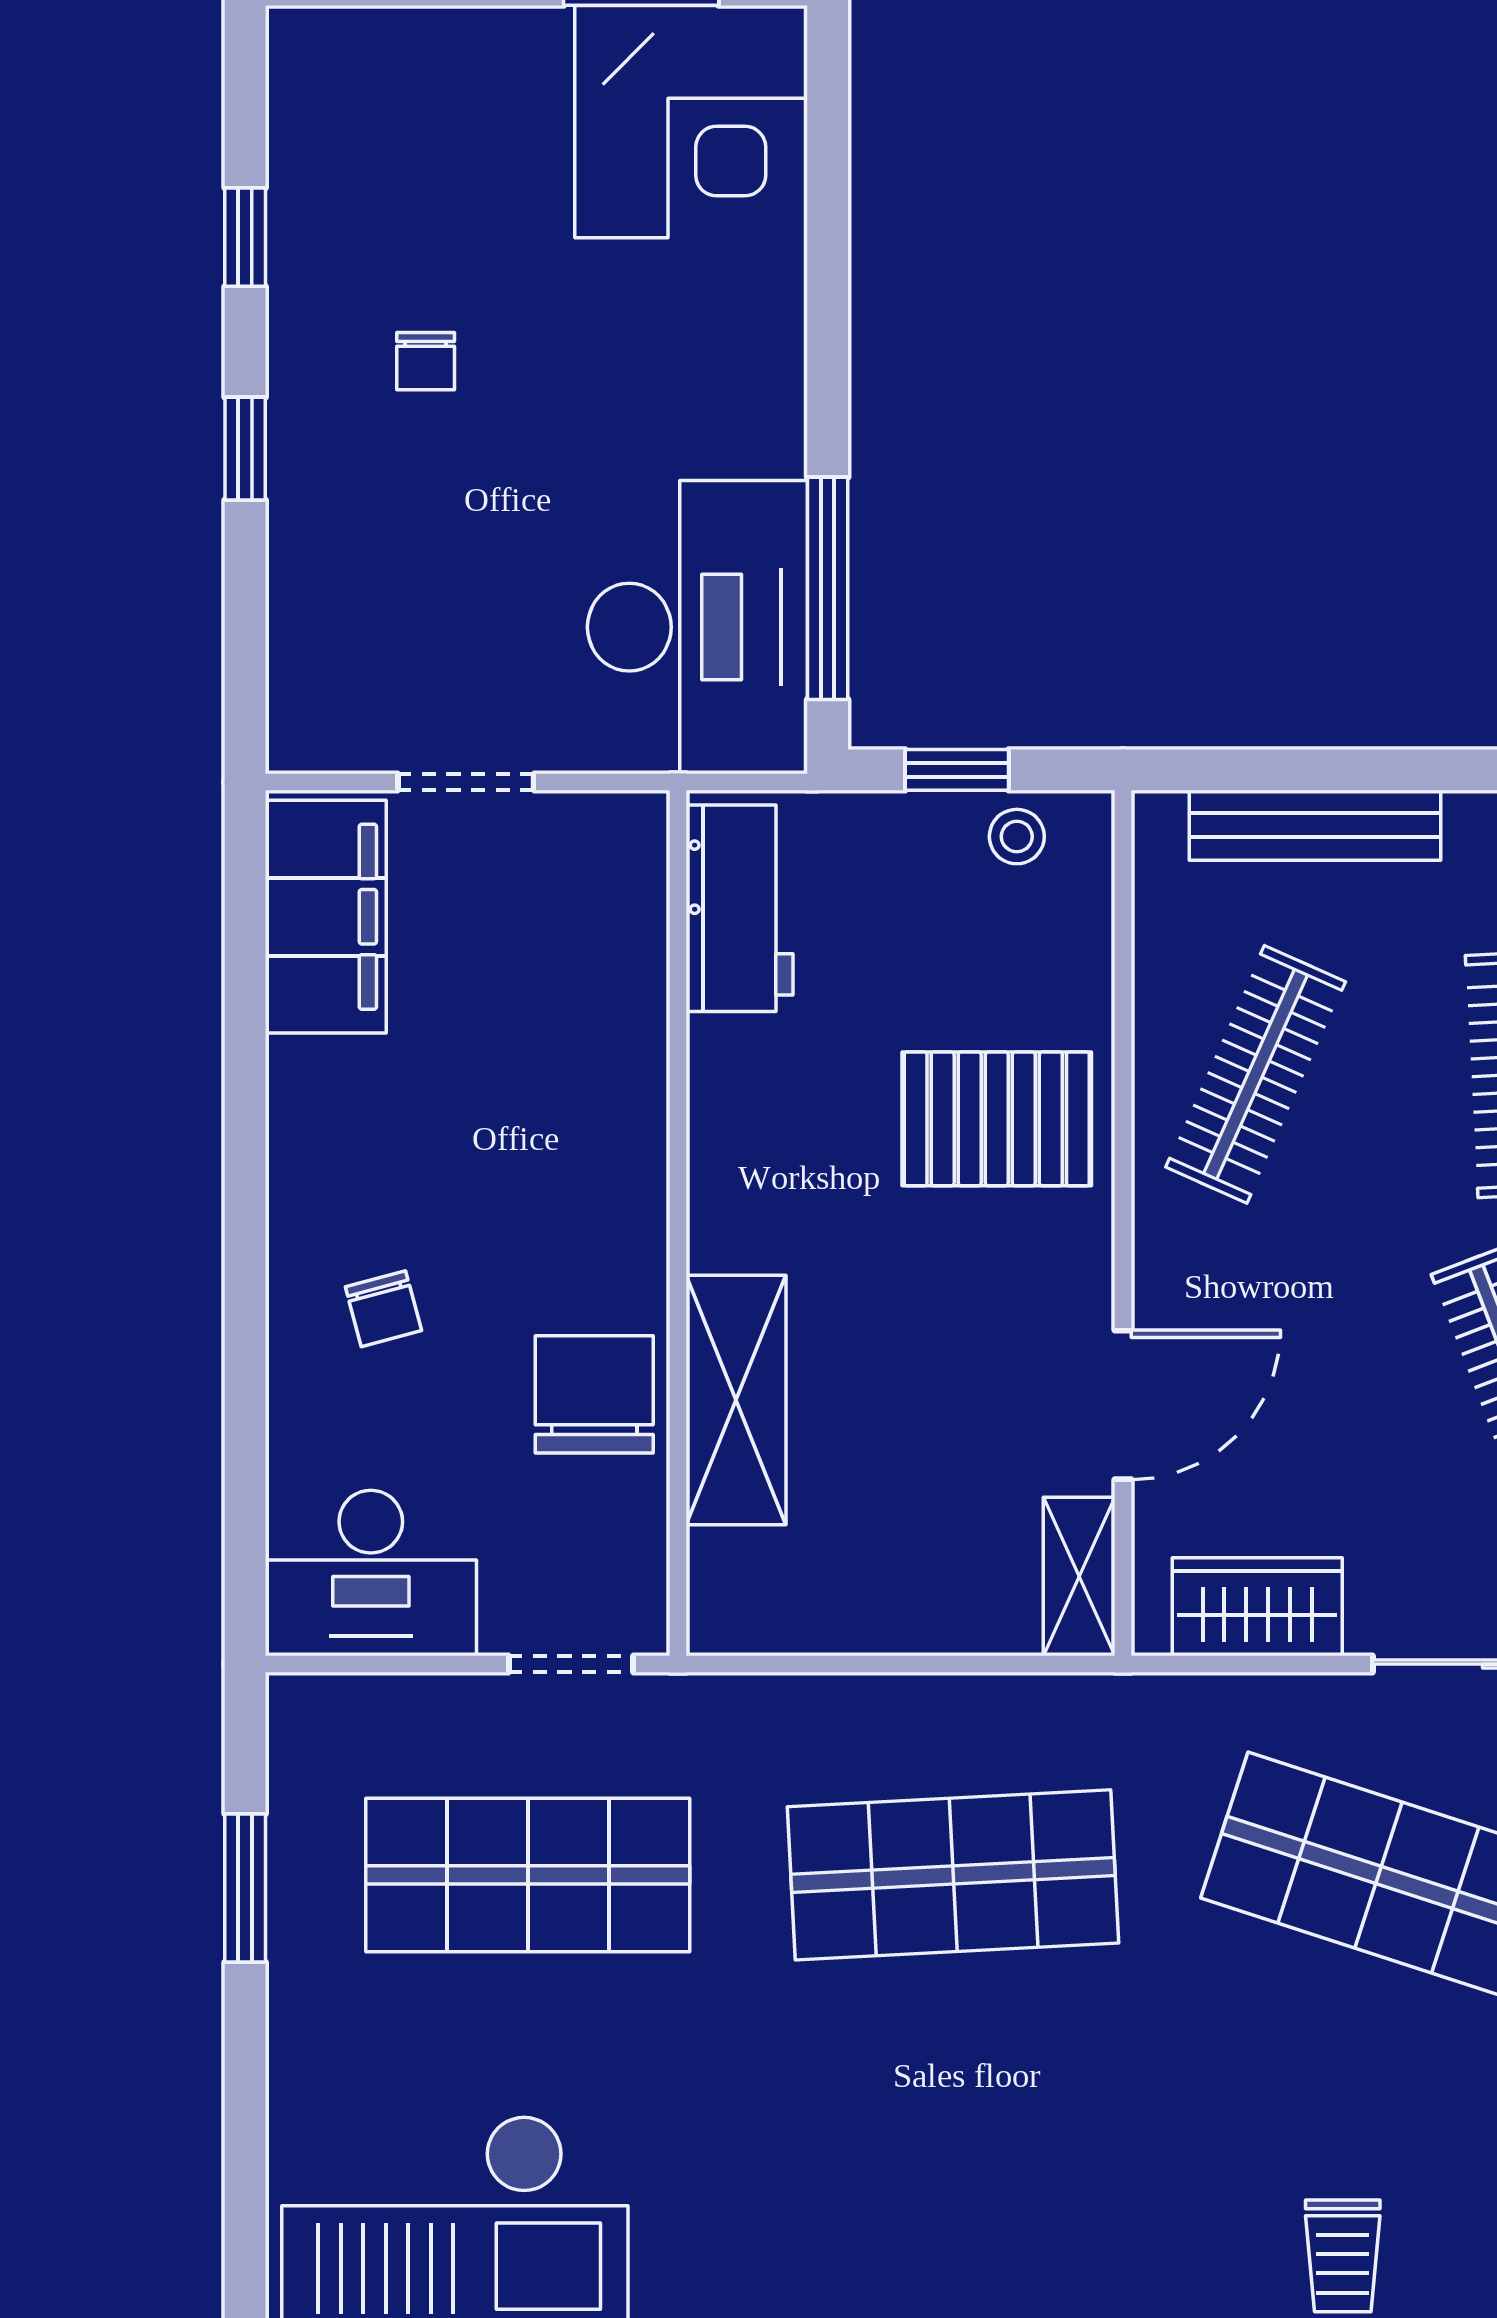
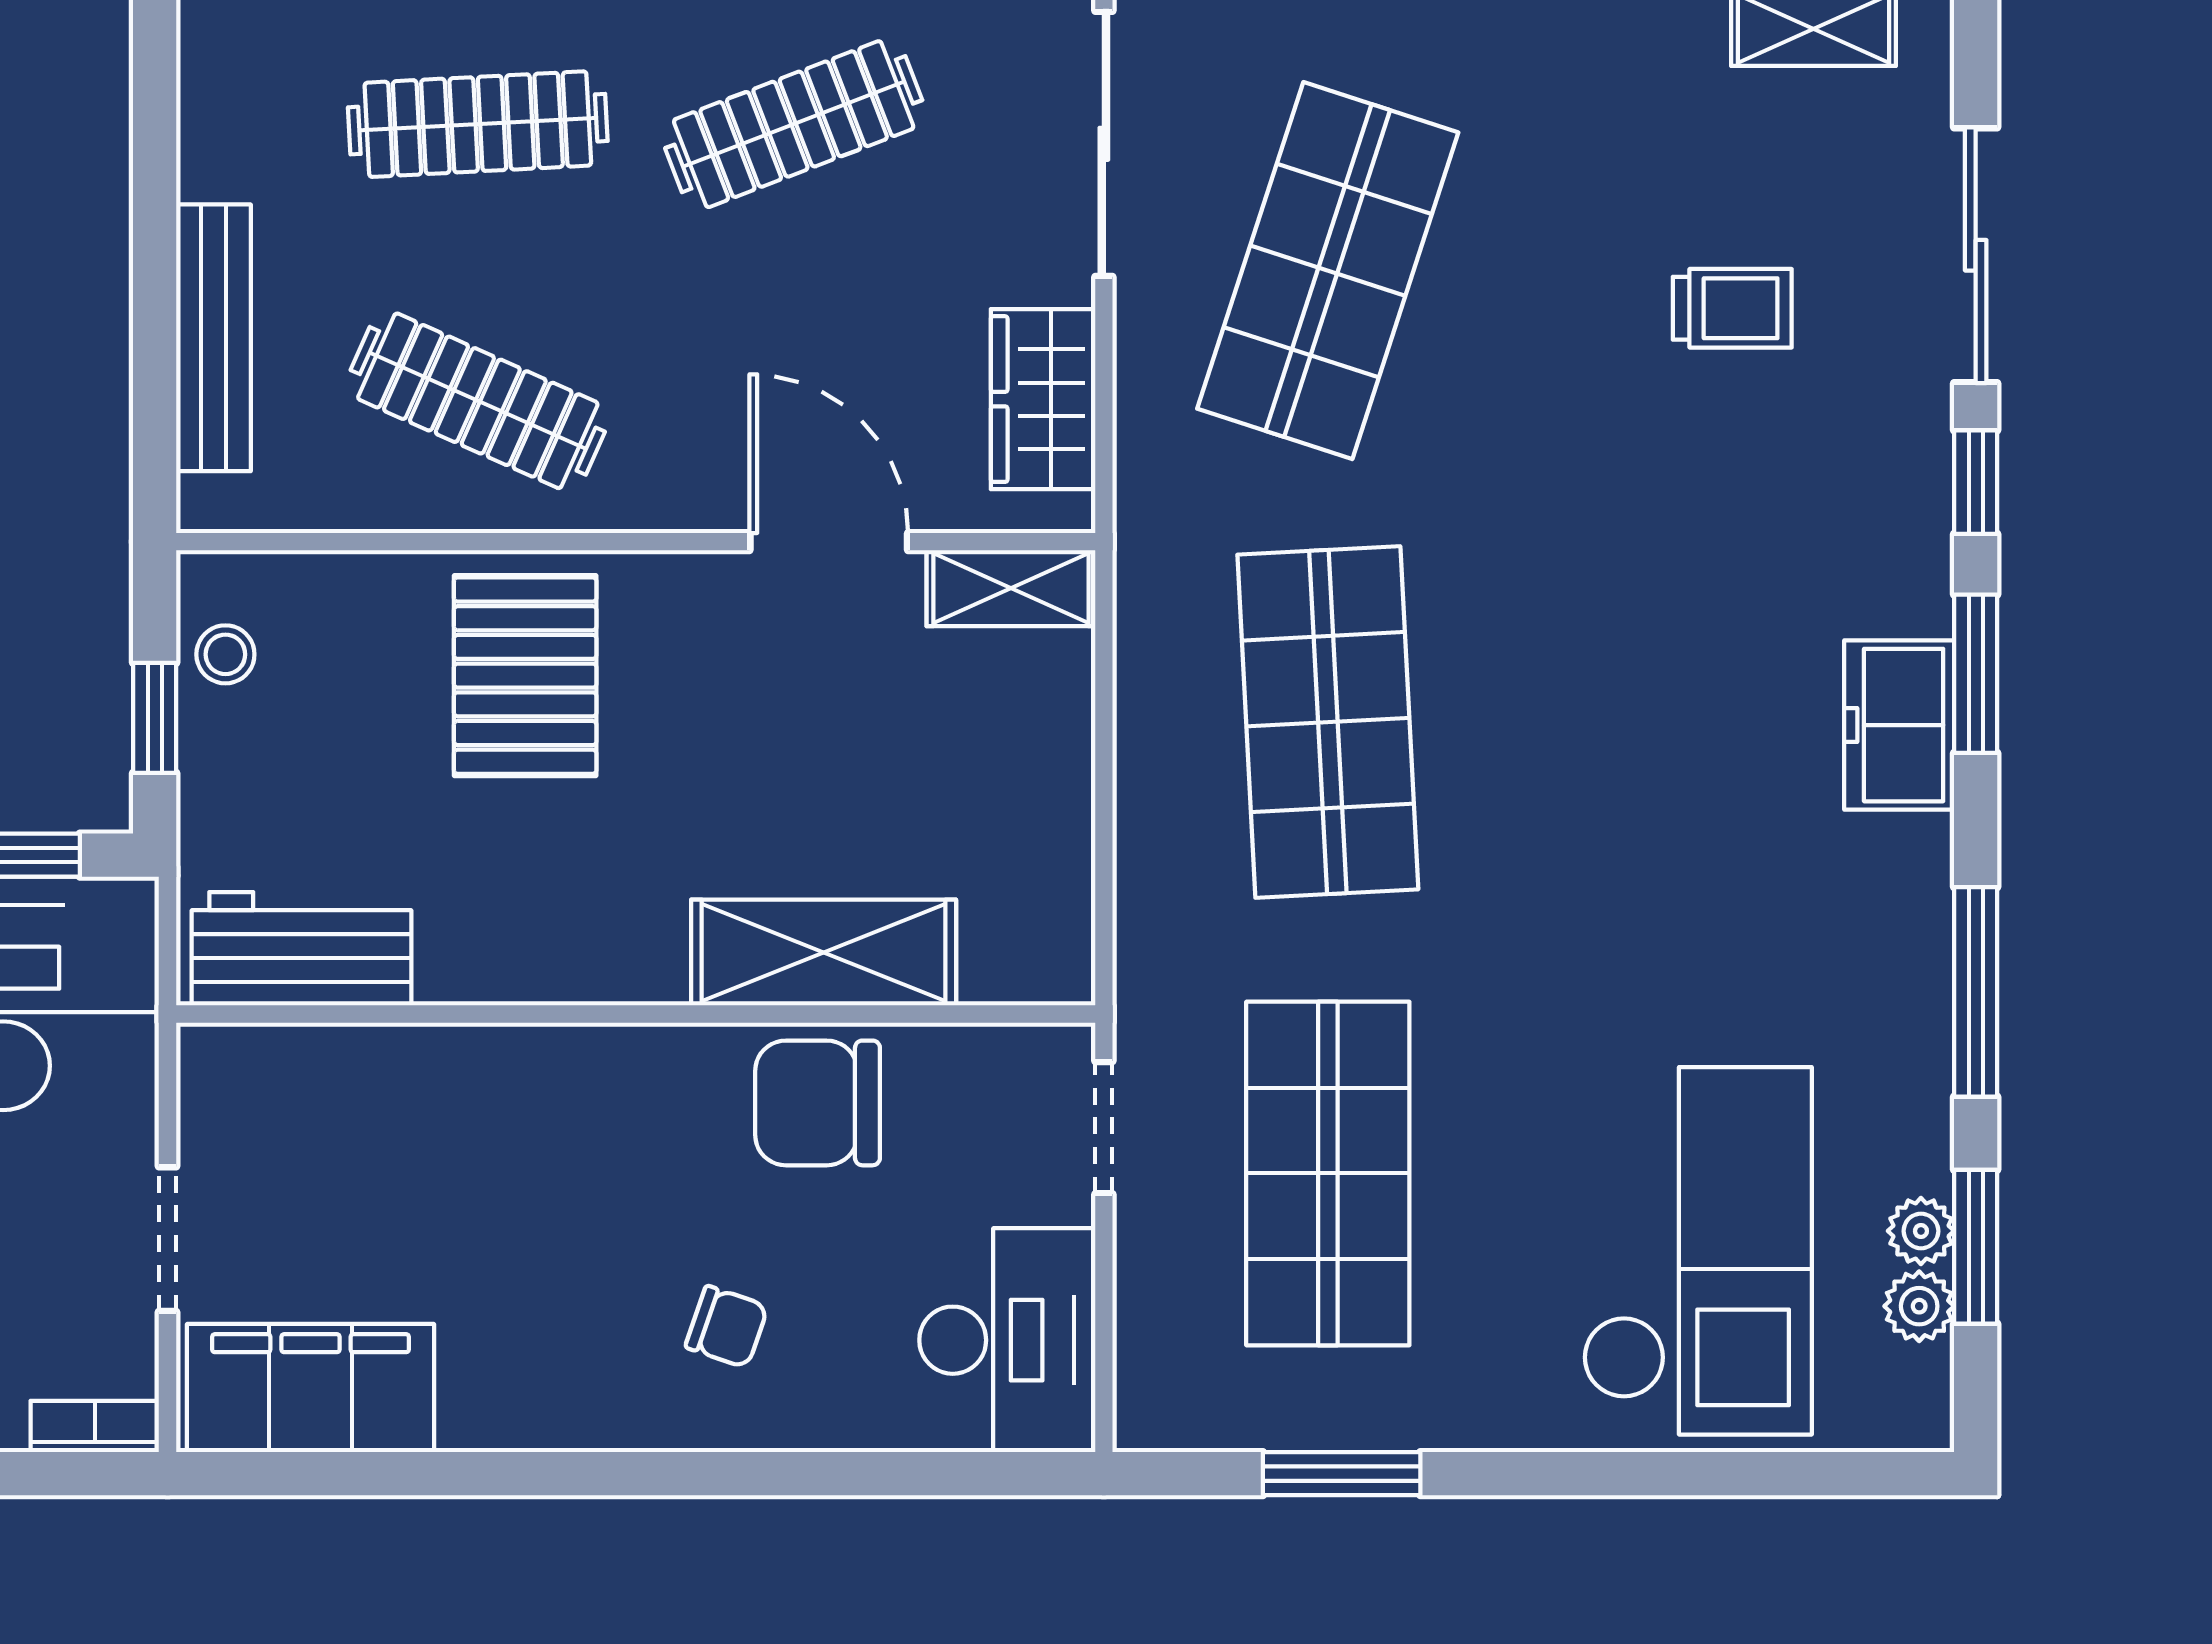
bookcase: (289, 713) -> (95, 1426), added
chair: (383, 1309) -> (727, 1327), turned 34

